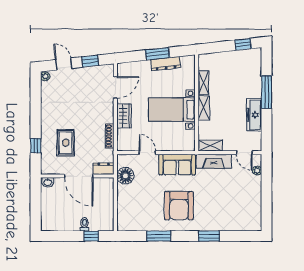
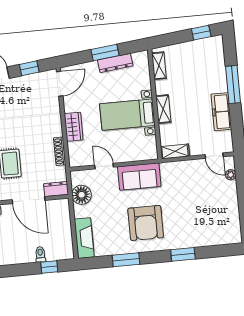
shelving: (203, 83) -> (159, 66), moved
door: (115, 87) -> (60, 84), moved
fireplace: (214, 161) -> (84, 238), moved, turned -90

